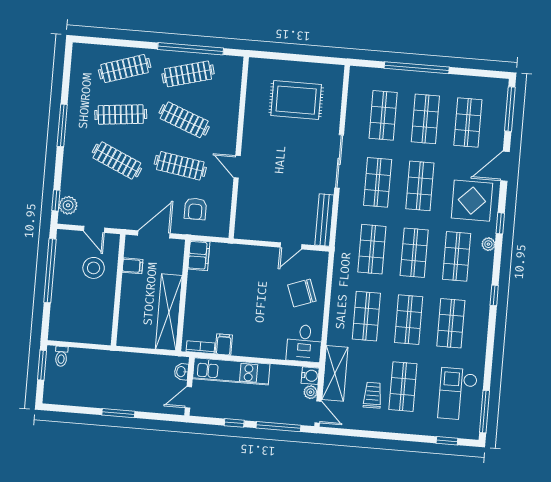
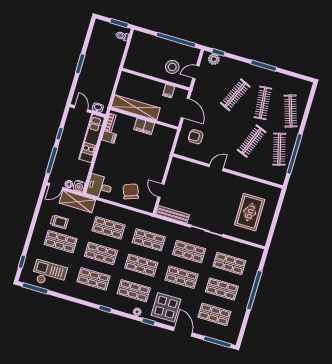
clothes rail: (180, 166) -> (224, 133), removed
filing cabinet: (199, 255) -> (144, 126), moved

